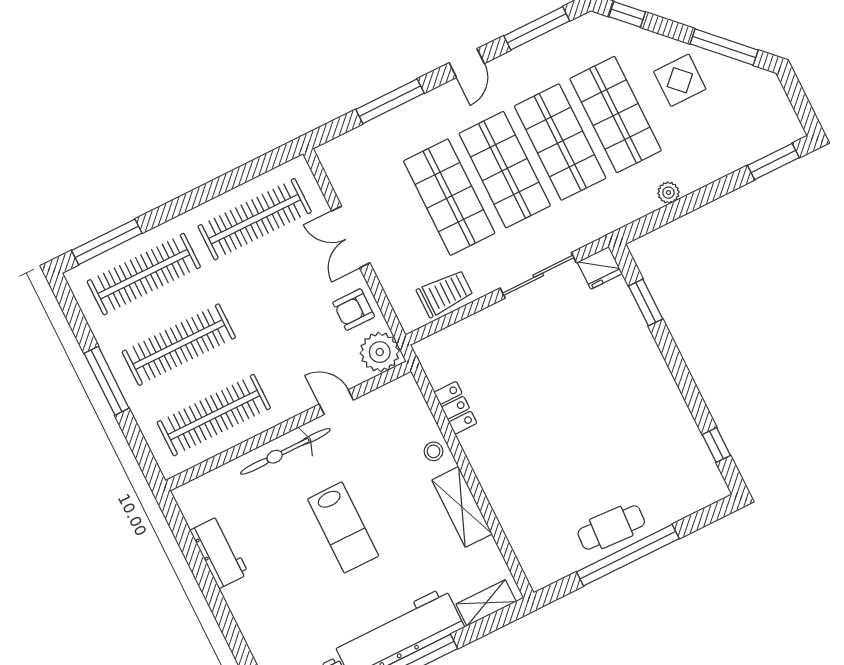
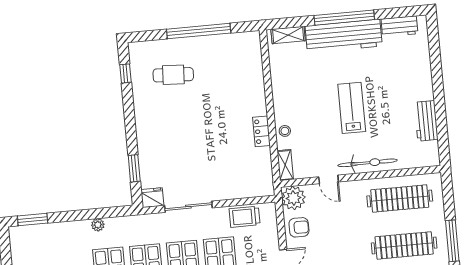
locker: (455, 408) -> (261, 131), moved
shelving: (462, 507) -> (285, 165), moved, width x0.67, depth x0.75
cafe table: (611, 527) -> (173, 75), moved

